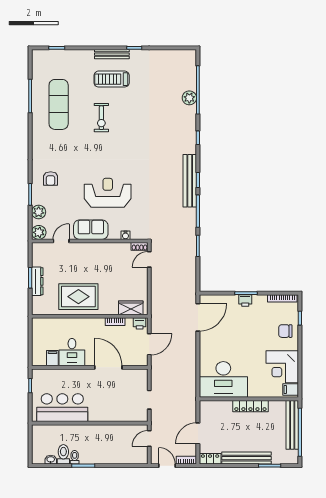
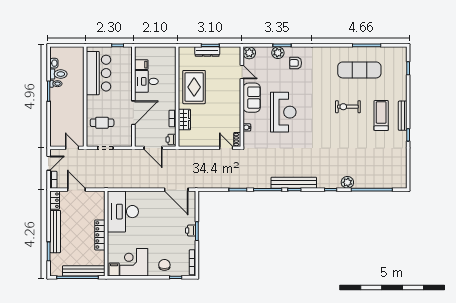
plant: (189, 98) -> (347, 182), moved
plant: (39, 212) -> (278, 53), moved
wardrobe: (131, 308) -> (184, 120), moved
cafe table: (120, 404) -> (102, 123), added

